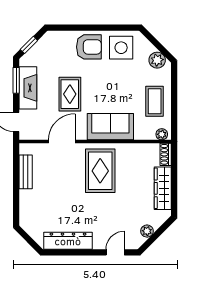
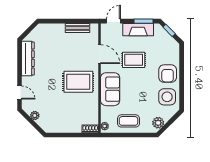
wardrobe: (163, 188) -> (66, 127), removed

